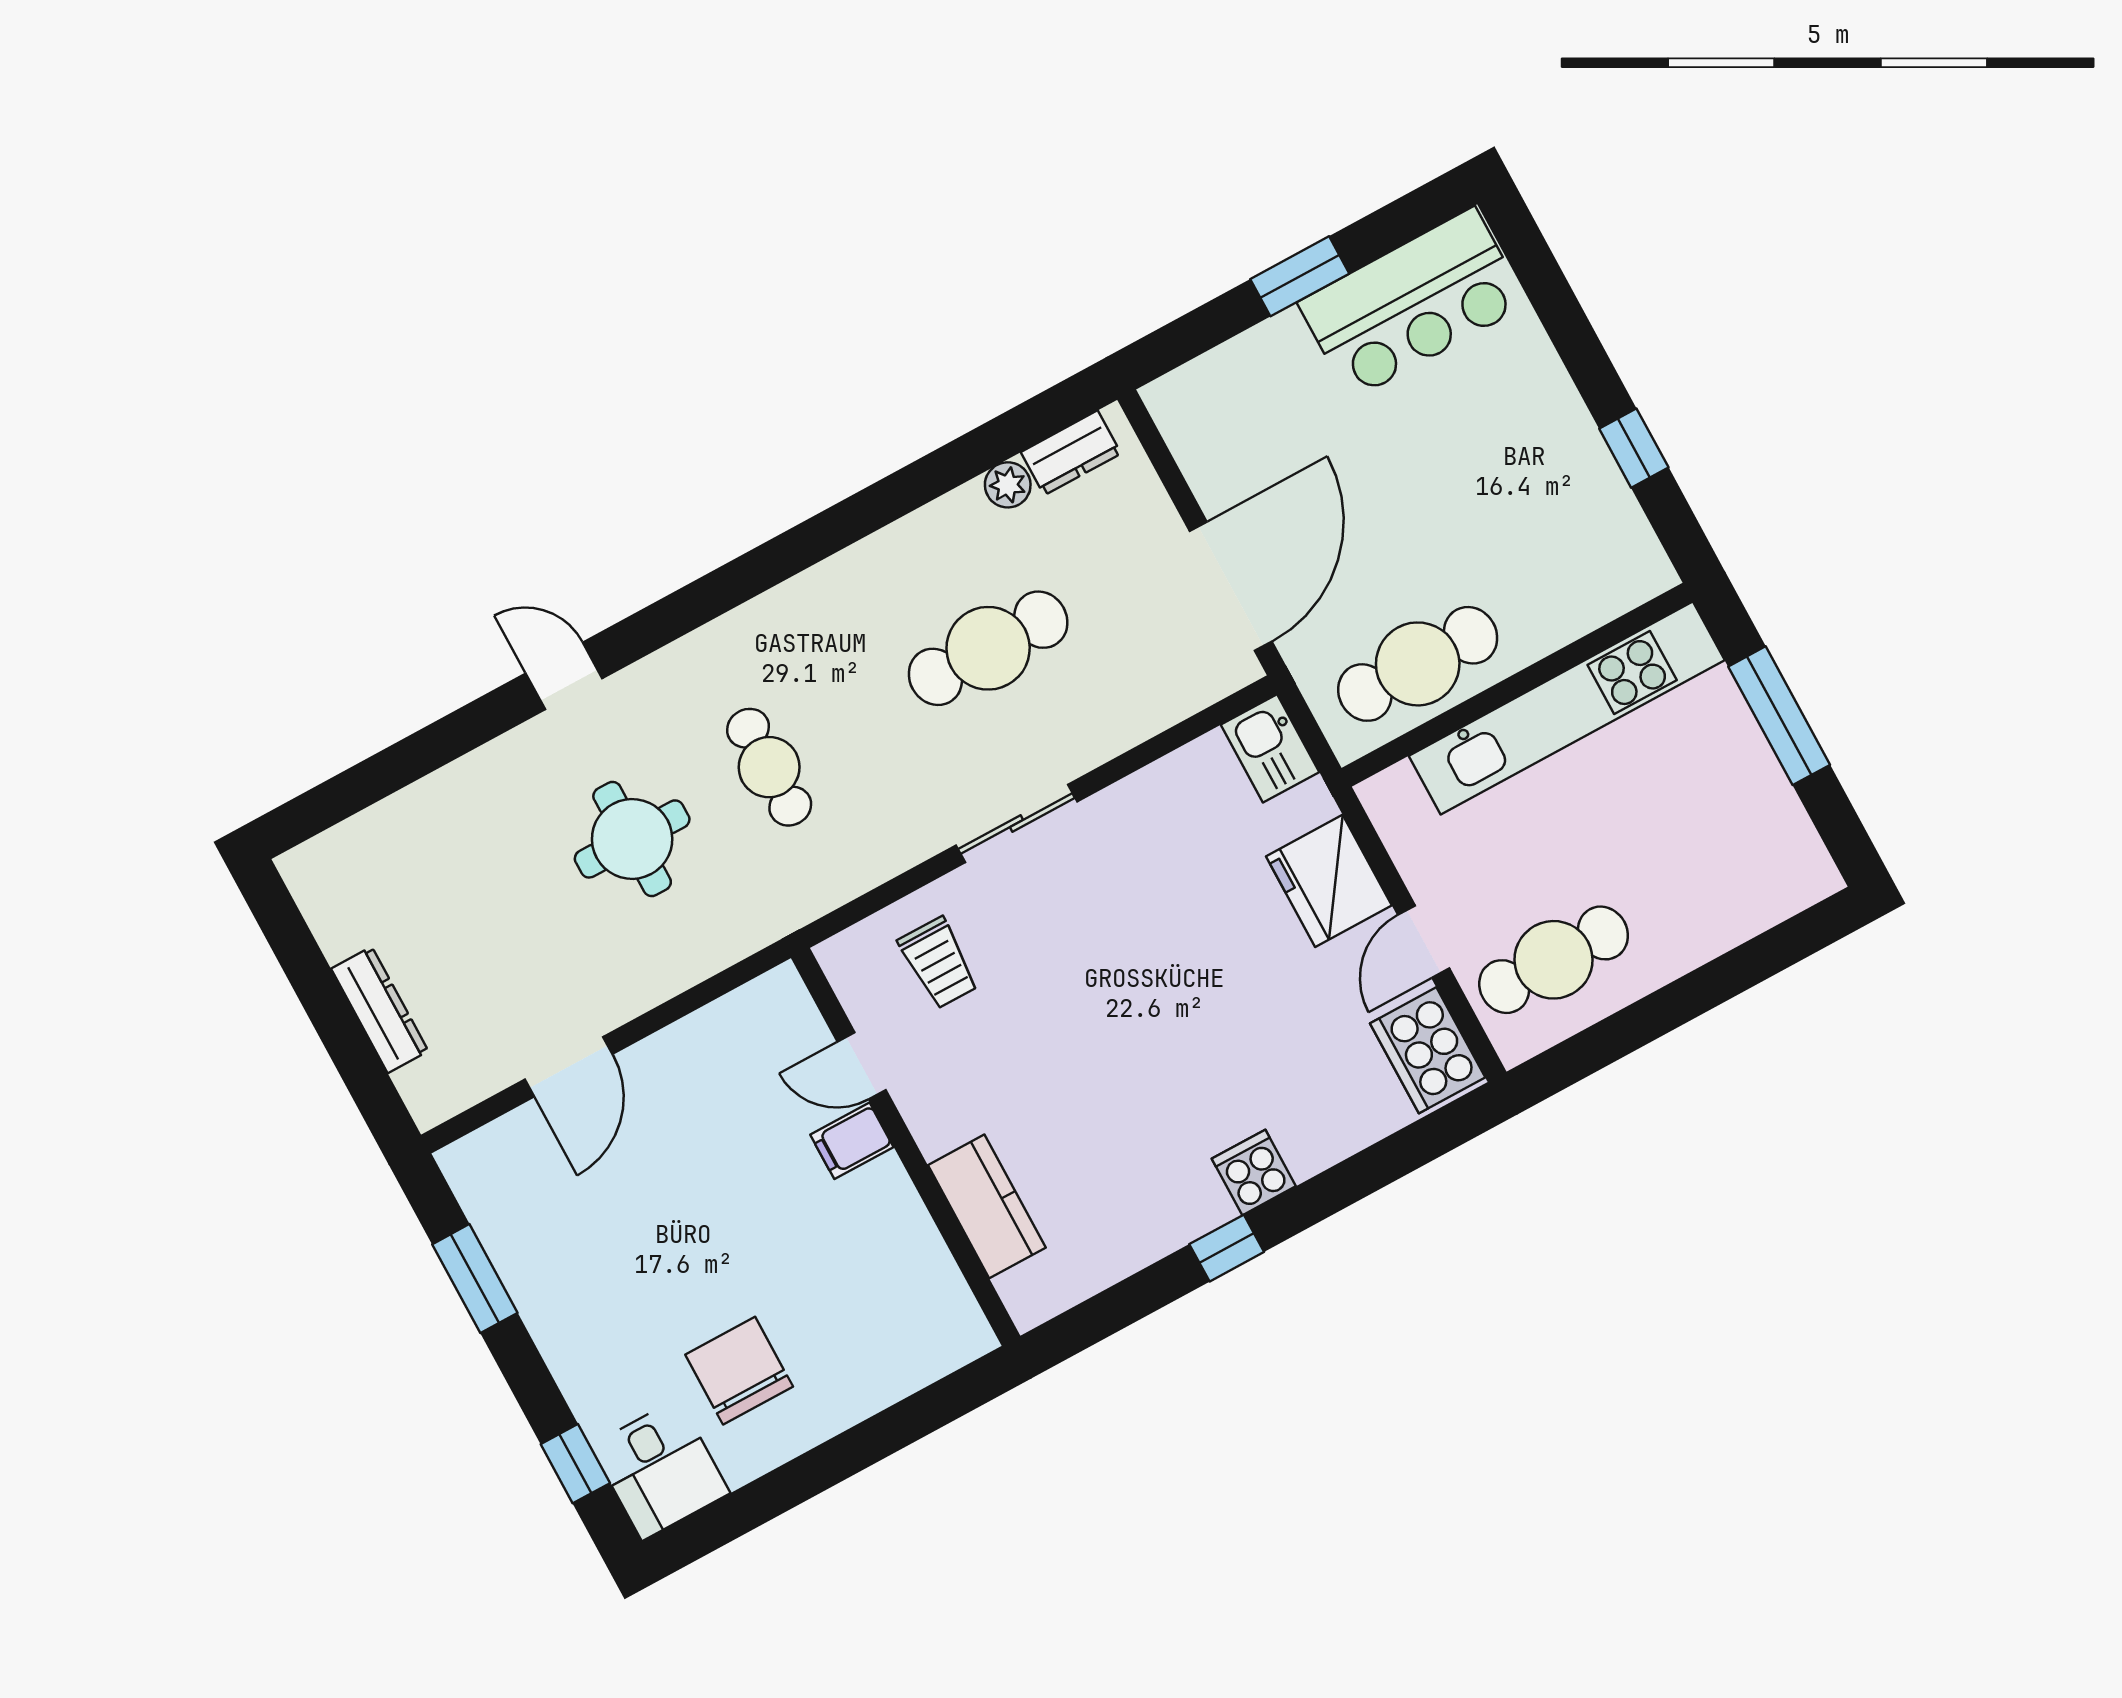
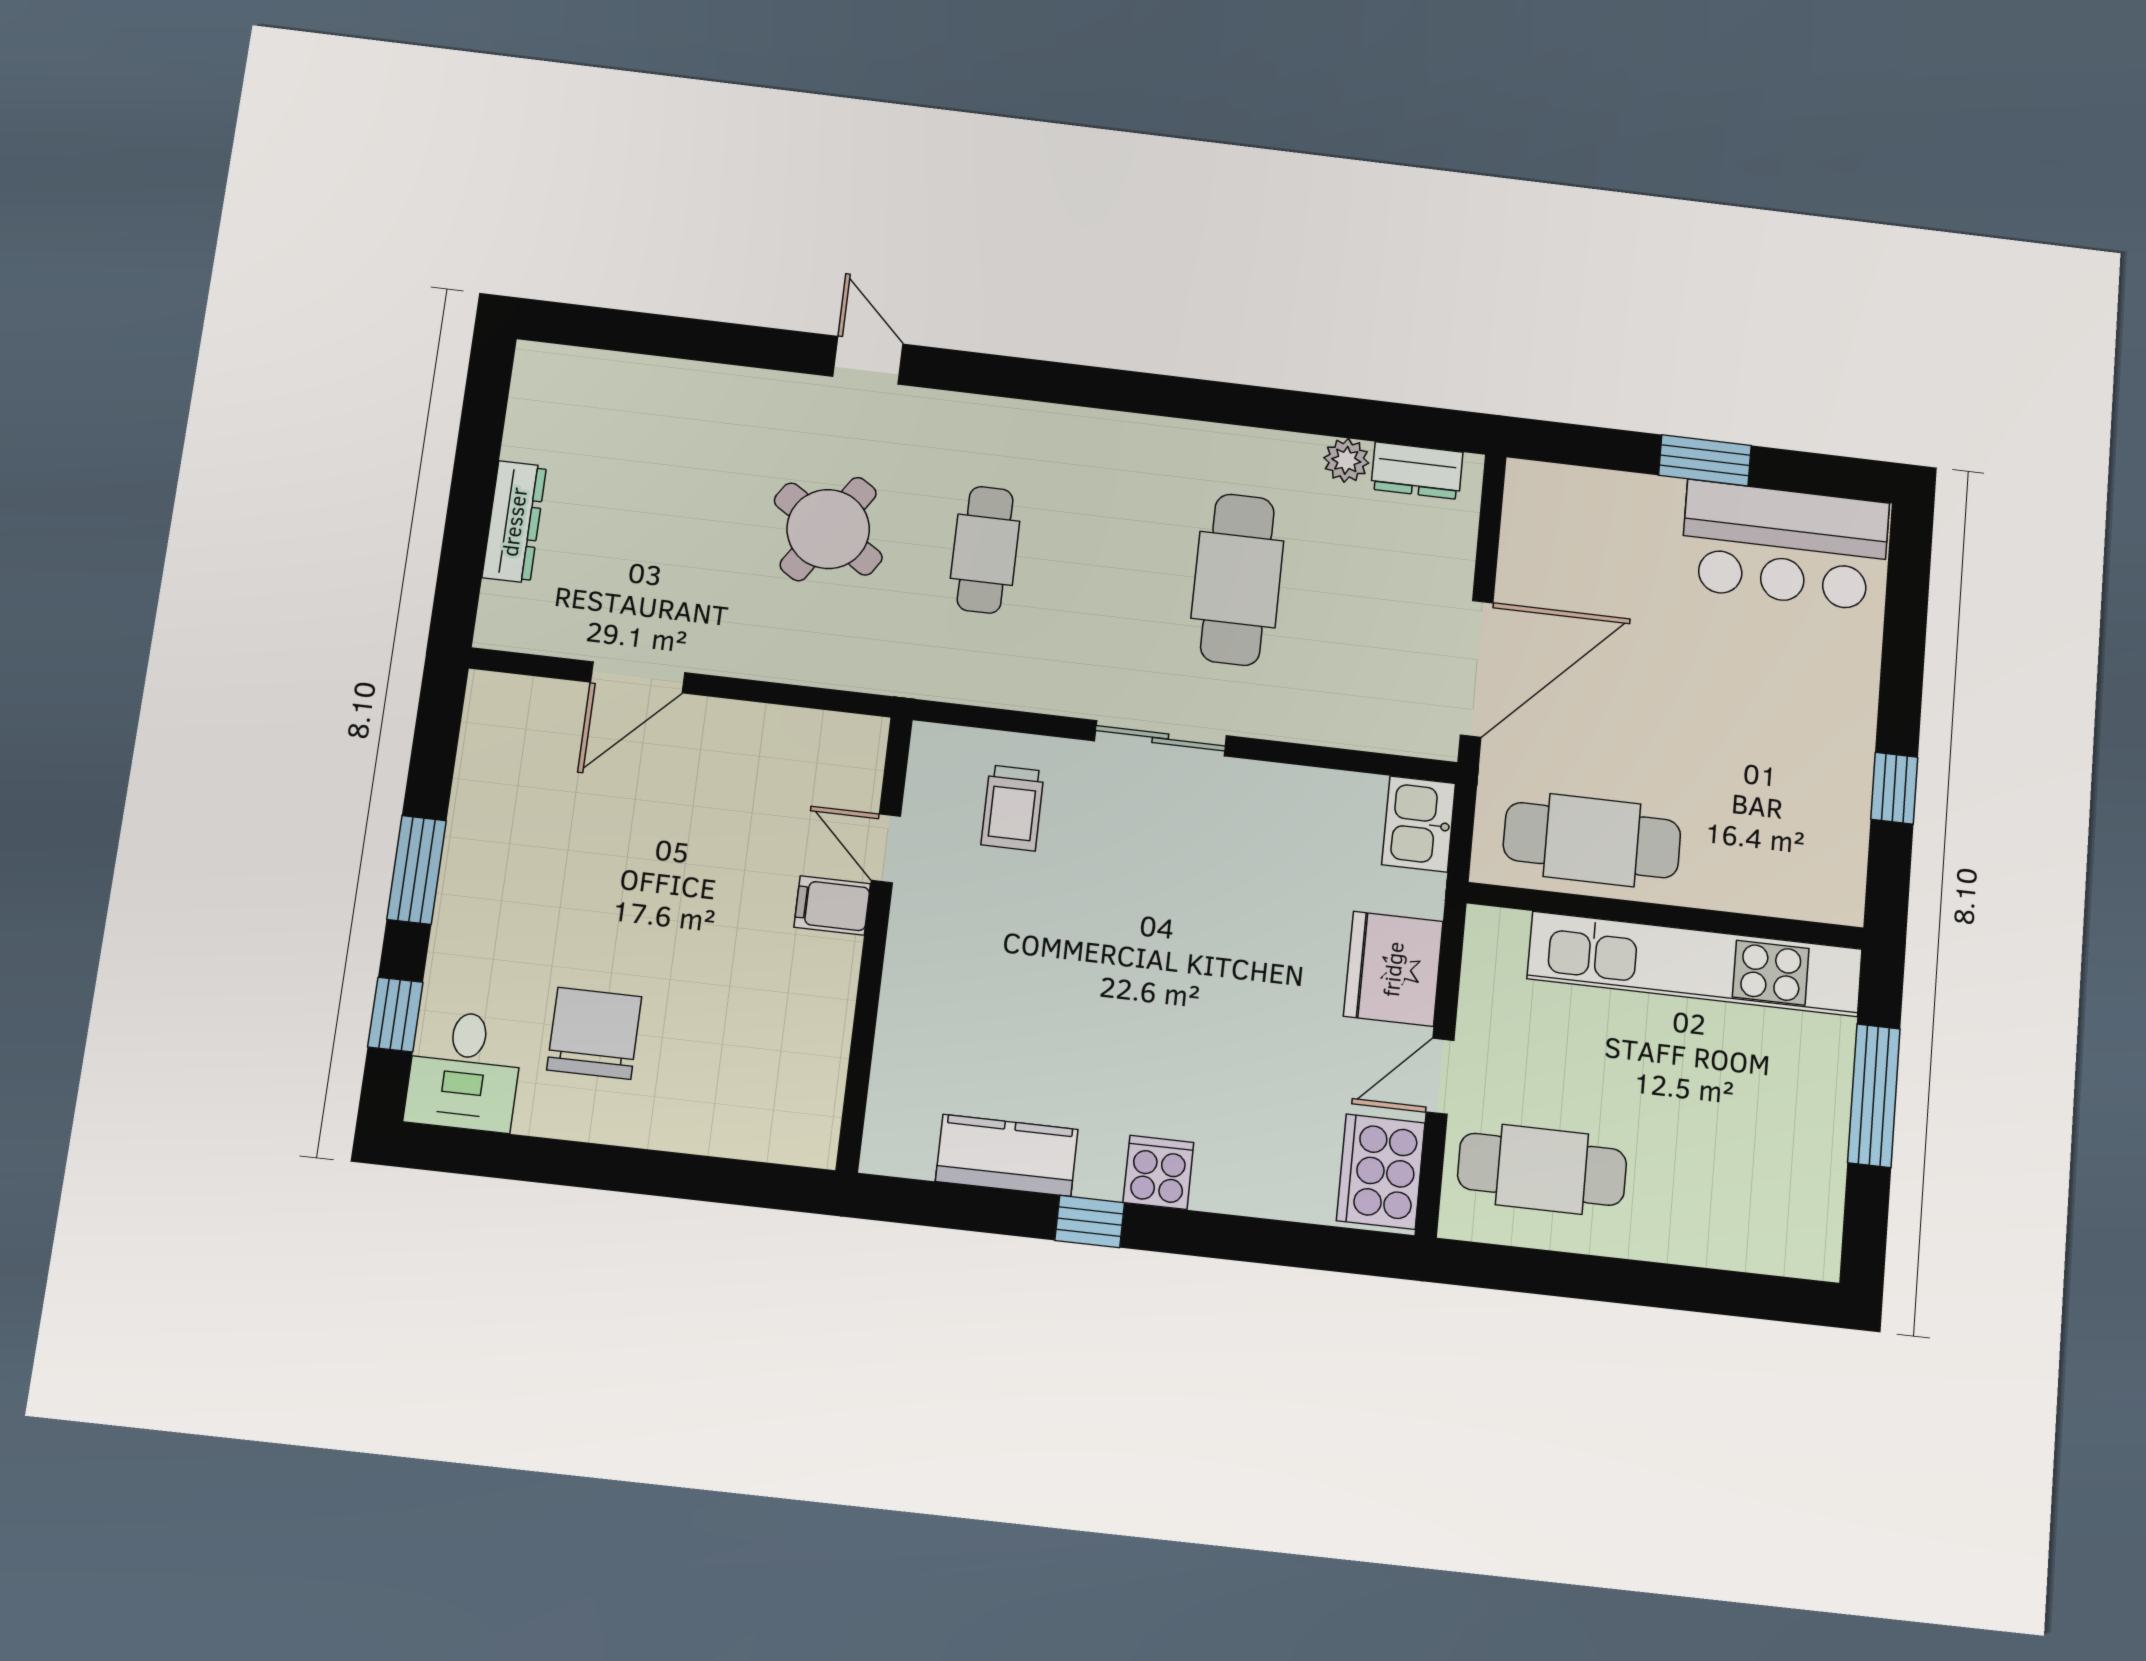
cafe table: (988, 648) -> (1237, 580), turned 90
round table: (632, 839) -> (828, 529), turned 33
kitchen counter: (987, 1206) -> (1007, 1155), moved, turned -90
window: (475, 1279) -> (417, 870), moved

